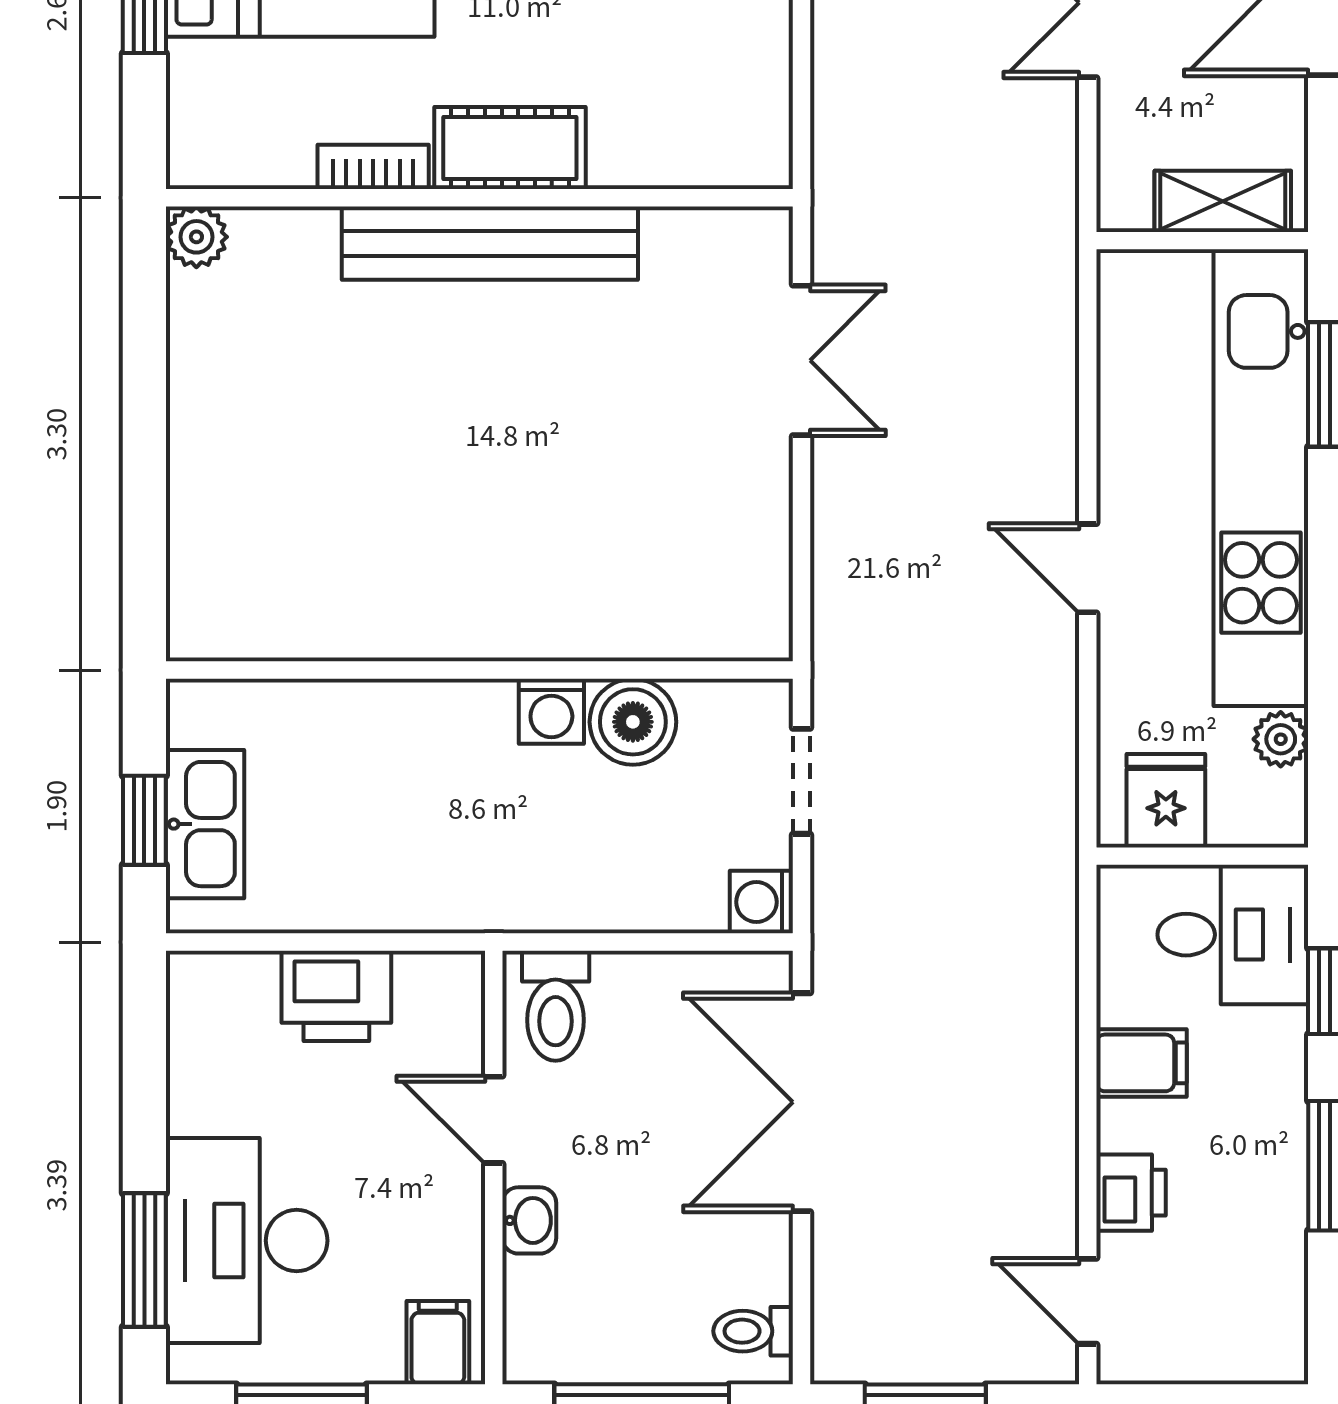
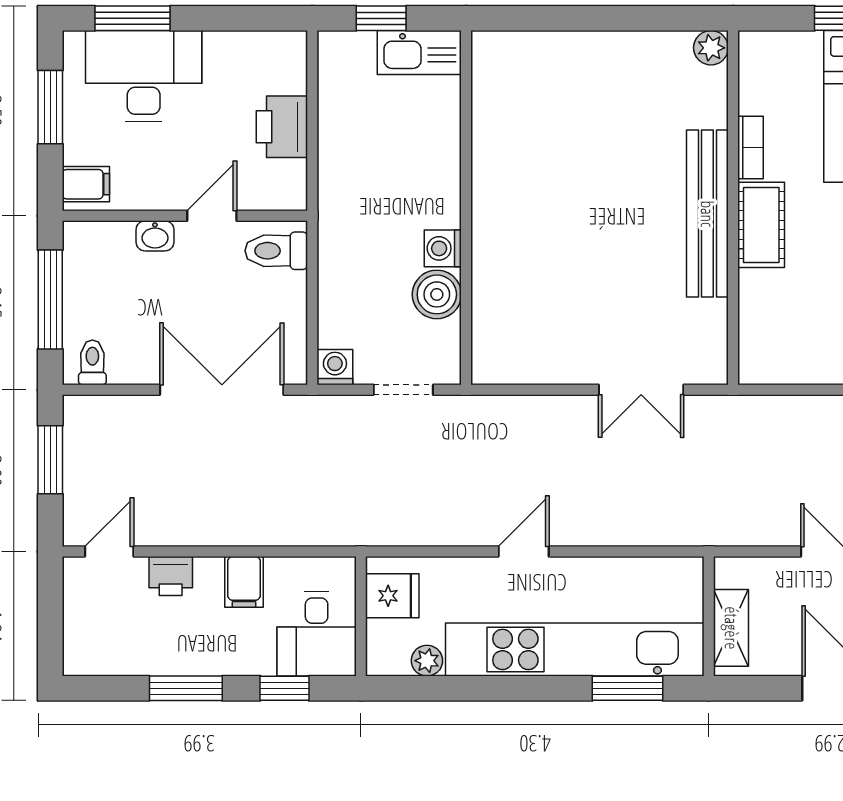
kitchen sink: (205, 824) -> (419, 53), moved

